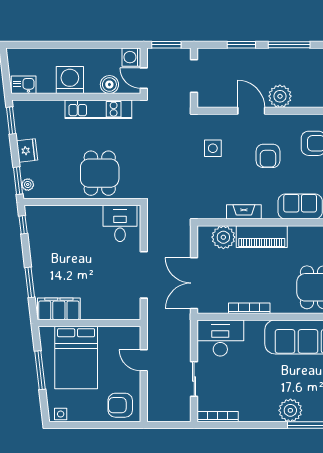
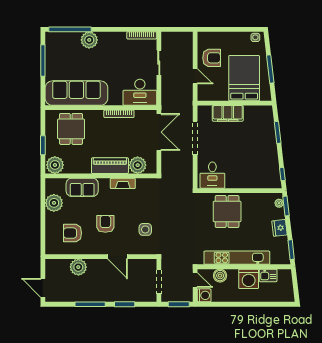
kitchen sink: (24, 85) -> (268, 275), moved
plant: (280, 96) -> (78, 267), moved
kitchen unit: (98, 109) -> (237, 258), width x1.36
filing cabinet: (59, 309) -> (228, 113), moved
armchair: (120, 405) -> (212, 58), moved

